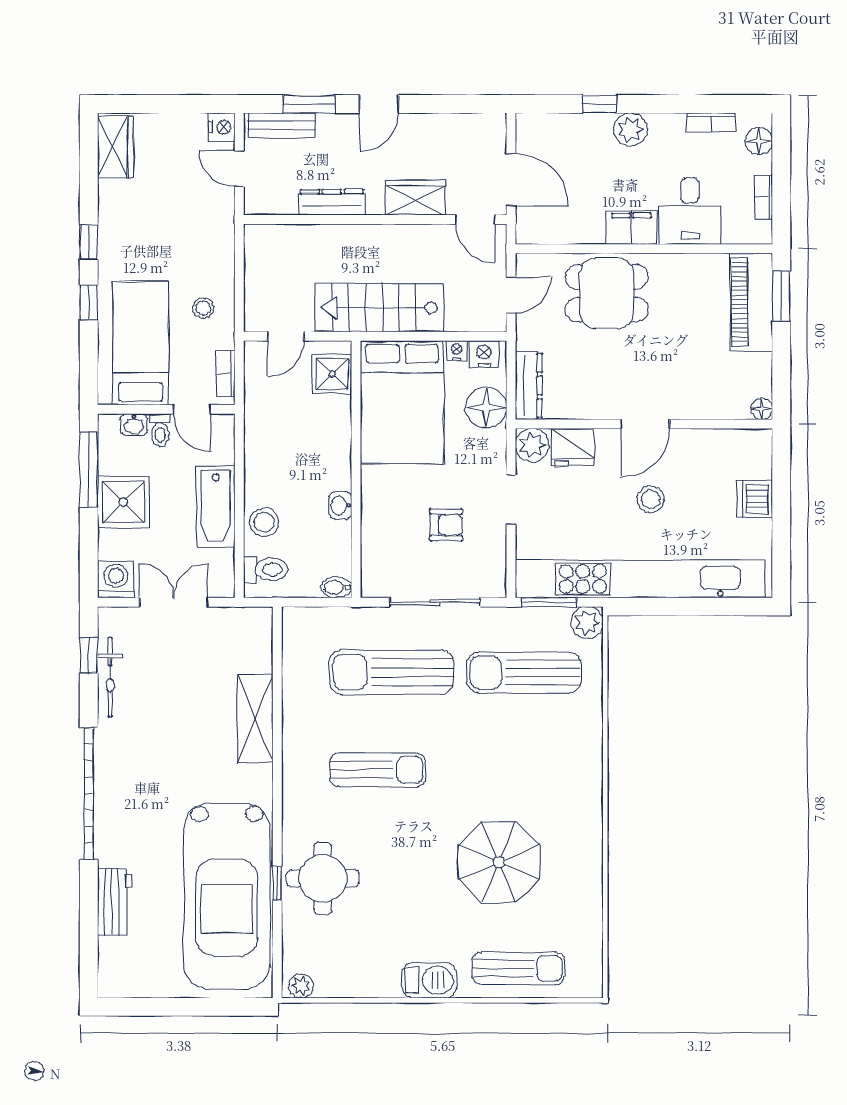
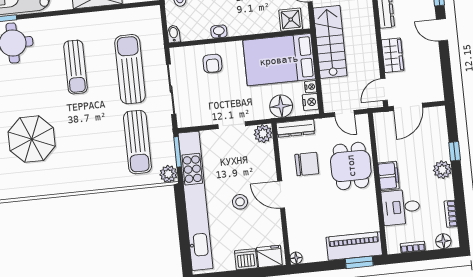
chair: (595, 372) -> (307, 164), added
fridge: (573, 447) -> (269, 256), moved, turned 90
armchair: (446, 525) -> (212, 63), moved
sun lounger: (524, 672) -> (137, 142), turned 180

